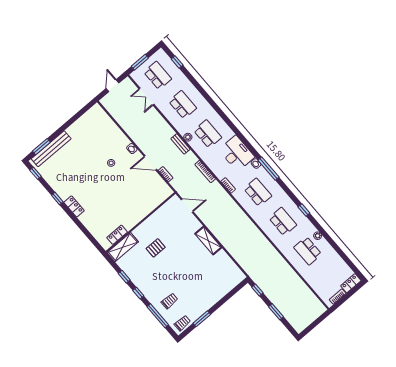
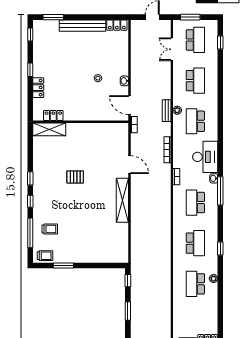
locker: (92, 113) -> (117, 25), added
school desk: (208, 134) -> (195, 121), turned 180
bench: (51, 149) -> (83, 26), moved
school desk: (258, 192) -> (195, 203), turned 180
wall: (141, 222) -> (81, 122), moved
locker: (117, 235) -> (53, 116), moved
shelving: (208, 241) -> (122, 200), width x1.47
shelving: (123, 247) -> (49, 129), moved

